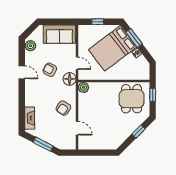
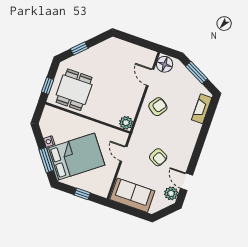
door: (22, 72) -> (186, 182), moved
floor lamp: (70, 79) -> (165, 64), moved

